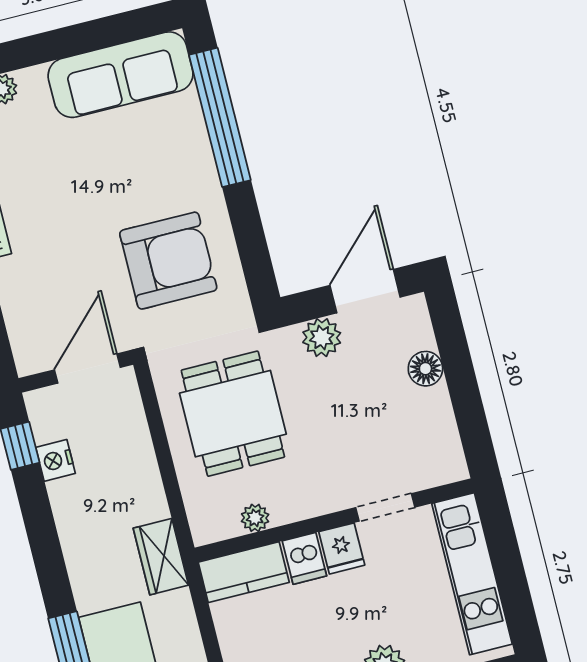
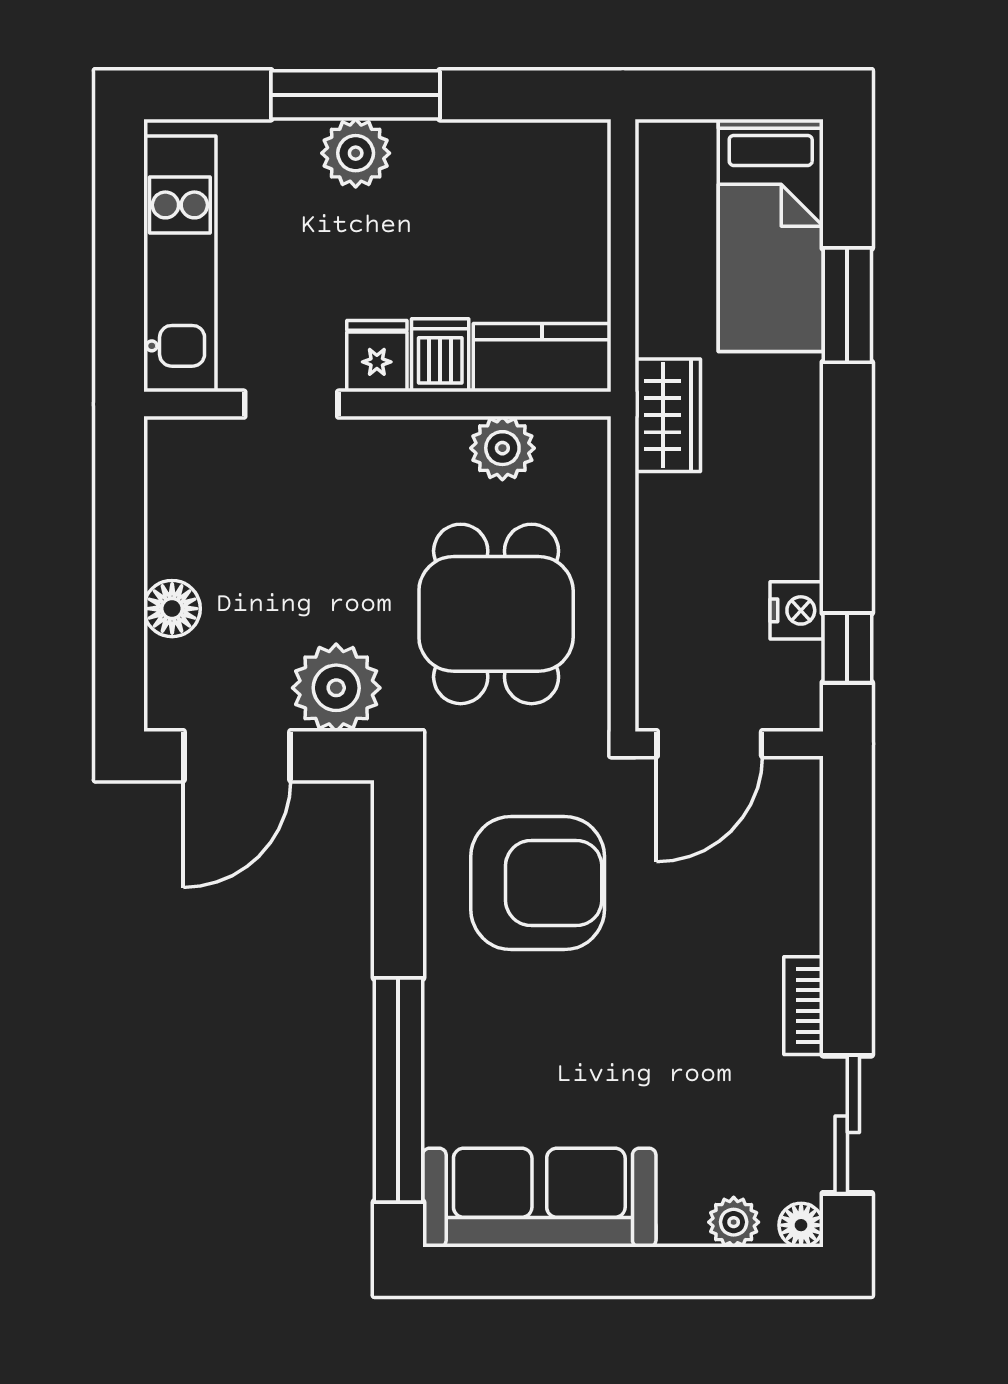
armchair: (168, 261) -> (538, 883), turned 180
plant: (322, 338) -> (336, 688), width x1.36, depth x1.36
plant: (255, 518) -> (502, 448), width x1.38, depth x1.38

